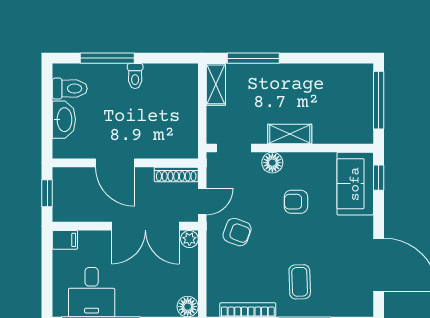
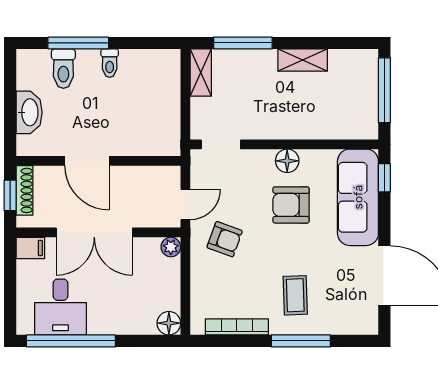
toilet: (70, 89) -> (63, 69), moved, turned 90
shelving: (290, 134) -> (303, 60), moved
floor lamp: (272, 163) -> (287, 161), moved
shoe rack: (176, 174) -> (25, 190), moved, turned -90
sofa: (355, 184) -> (358, 197), width x1.36
armchair: (296, 202) -> (291, 205), width x1.38, depth x1.38
double door: (145, 226) -> (94, 232), moved

